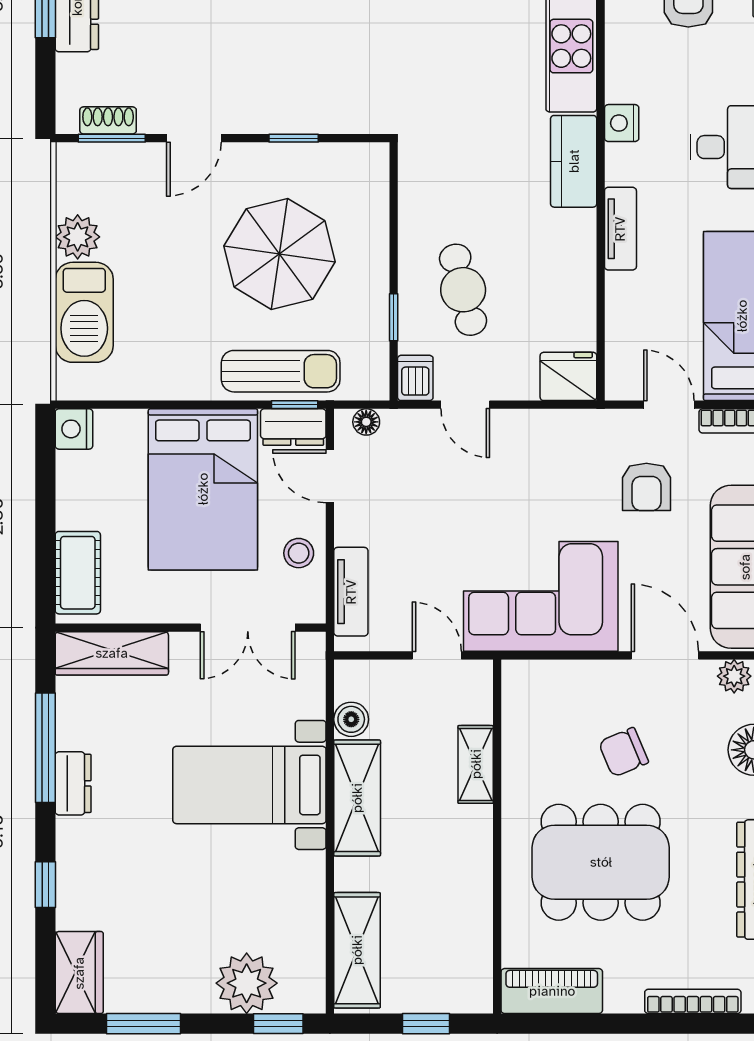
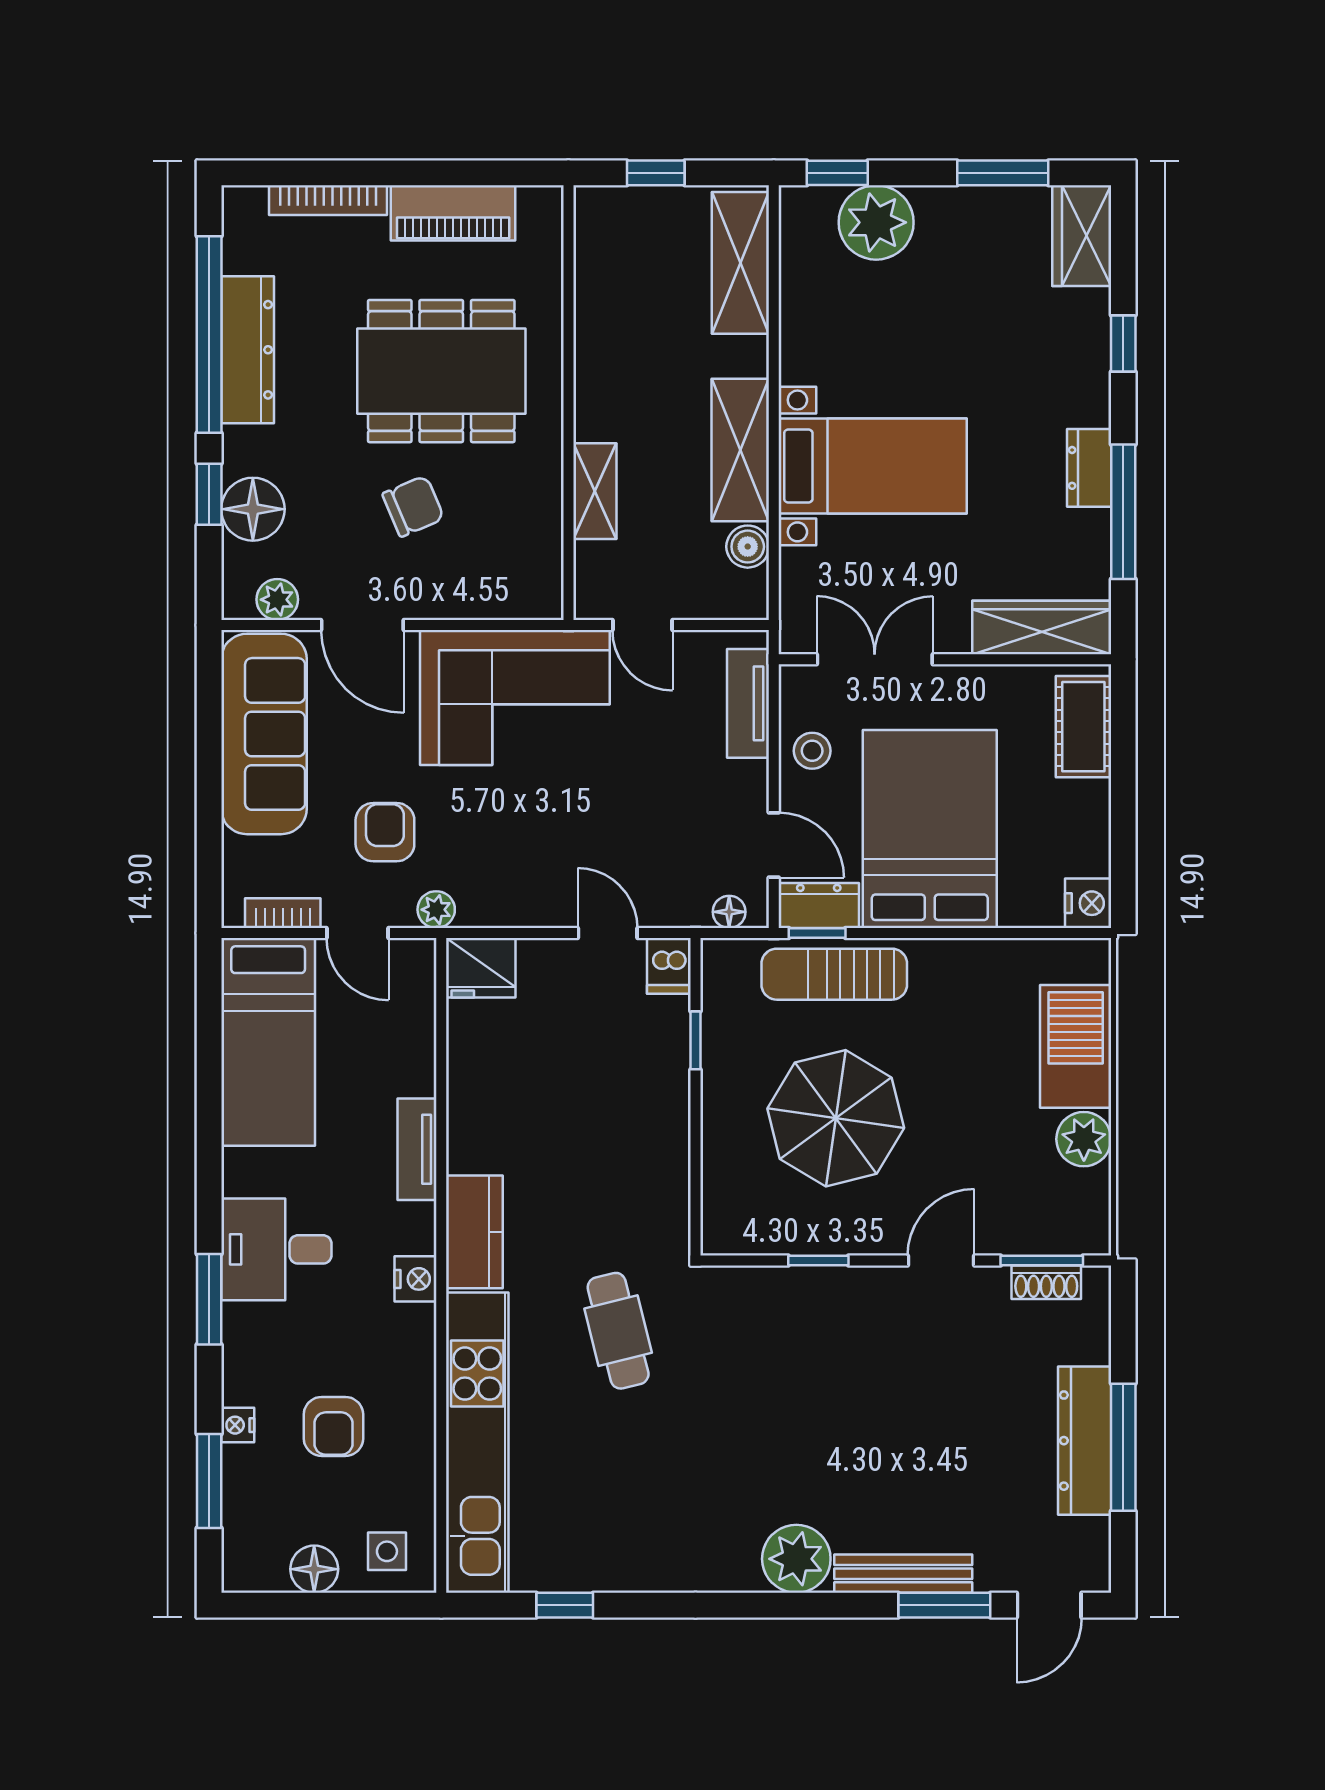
cafe table: (463, 290) -> (618, 1331), moved
plant: (605, 424) -> (436, 910), added
piano: (552, 991) -> (453, 213), moved

